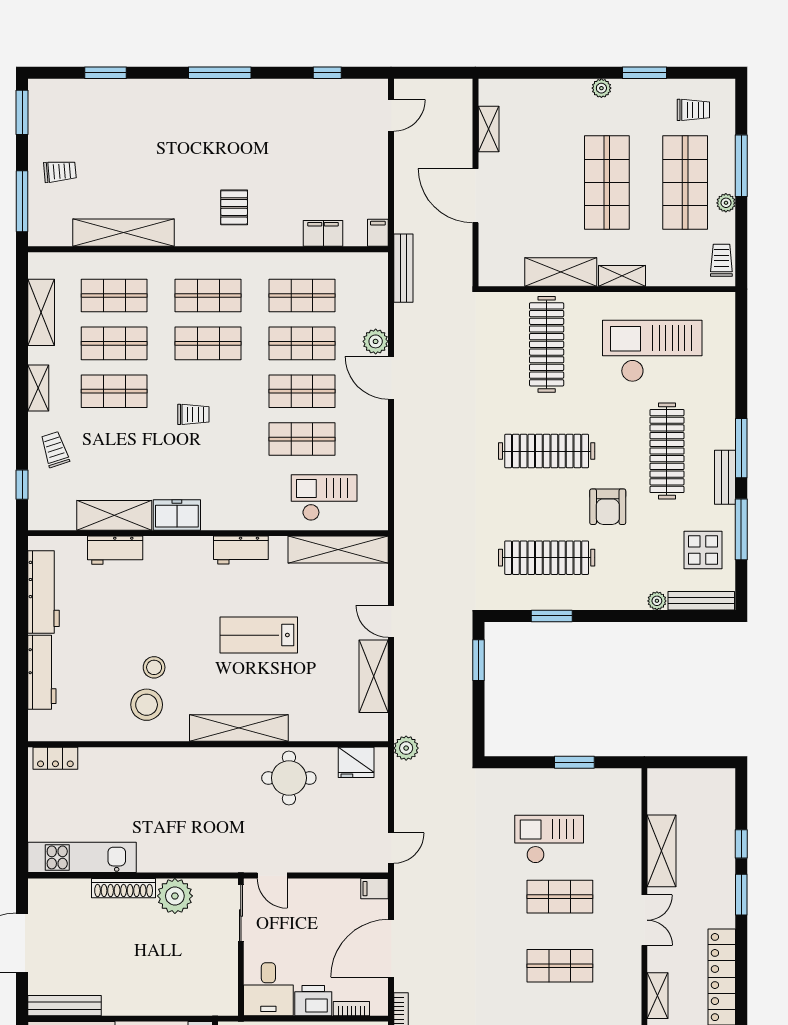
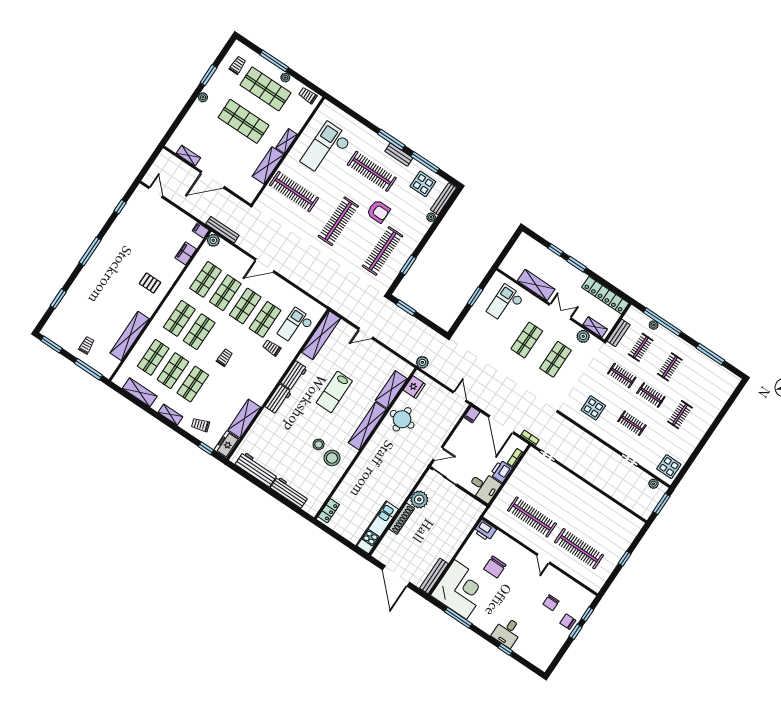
plant: (376, 341) -> (213, 240), moved
trolley: (262, 482) -> (272, 348), added
freezer: (177, 515) -> (227, 445), moved
workbench: (115, 550) -> (278, 399), moved
shelving: (374, 676) -> (391, 390), moved, turned 90
checkout: (549, 839) -> (505, 304), moved
plant: (629, 986) -> (583, 336), added

